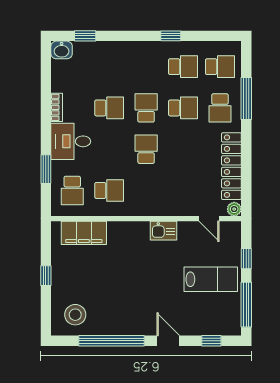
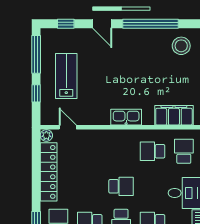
school desk: (146, 149) -> (121, 186), turned -90
kitchen sink: (163, 231) -> (126, 117), moved, width x1.38
lab bench: (211, 279) -> (66, 76), turned 90

